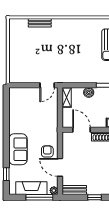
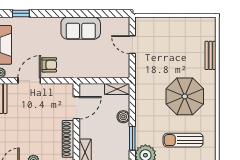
parasol: (72, 43) -> (185, 96), added
door: (47, 85) -> (132, 45), moved
sofa: (18, 149) -> (81, 28), moved

